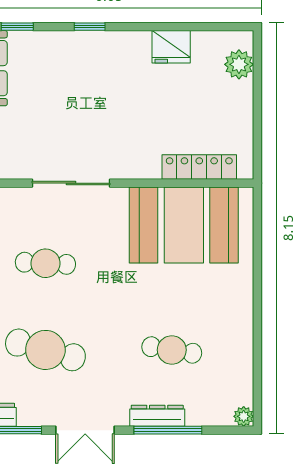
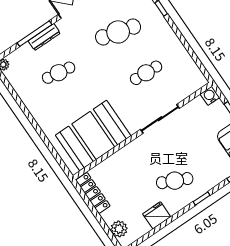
cafe table: (111, 79) -> (175, 181), added
locker: (199, 167) -> (93, 193), moved, turned -90

